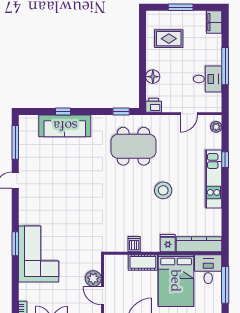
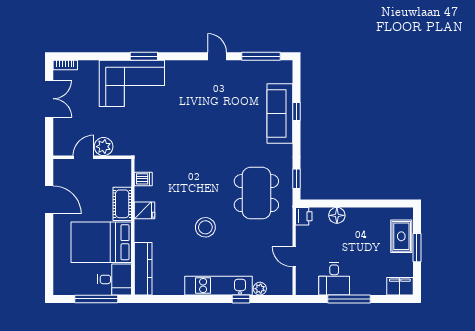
rug: (169, 39) -> (401, 236), moved
plant: (216, 127) -> (260, 289), moved
fridge: (168, 243) -> (145, 210), moved
dishwasher: (134, 244) -> (143, 179), moved

